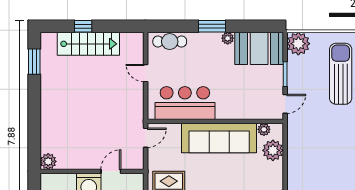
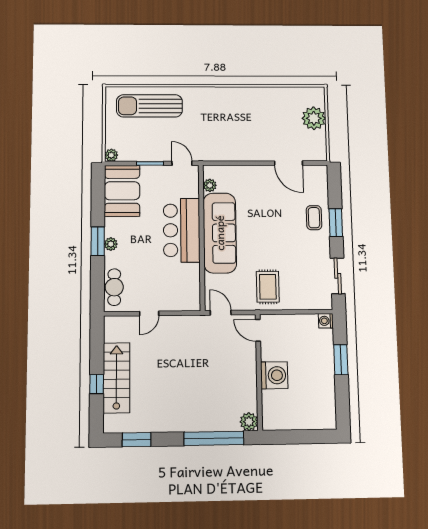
plant: (228, 38) -> (111, 244), moved
plant: (298, 44) -> (111, 155), width x0.53, depth x0.53
bar counter: (185, 103) -> (182, 230), moved
window: (34, 130) -> (214, 438), added
plant: (273, 150) -> (232, 176), removed
door: (111, 171) -> (258, 330), moved

